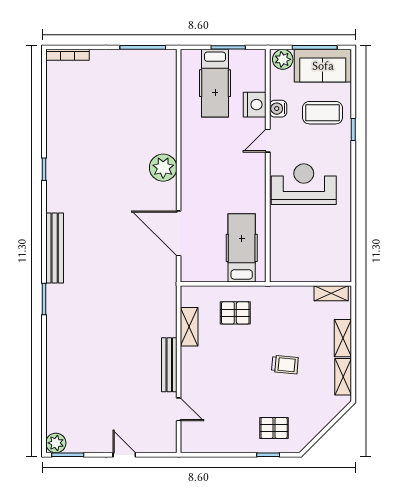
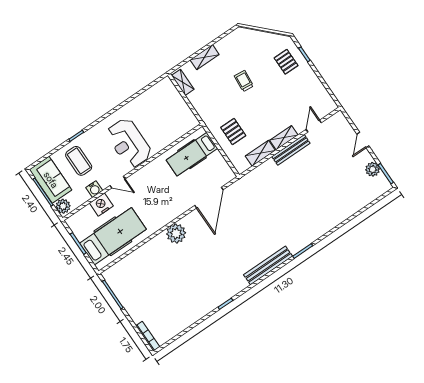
hospital bed: (215, 83) -> (113, 236), width x1.37, depth x1.29
shelving: (343, 377) -> (284, 138), moved
plant: (56, 443) -> (373, 169), moved

